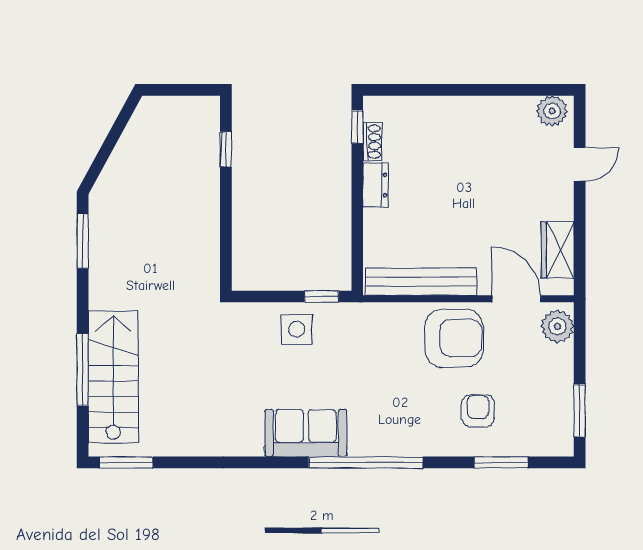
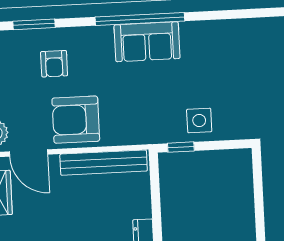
sofa: (306, 433) -> (147, 42), moved

